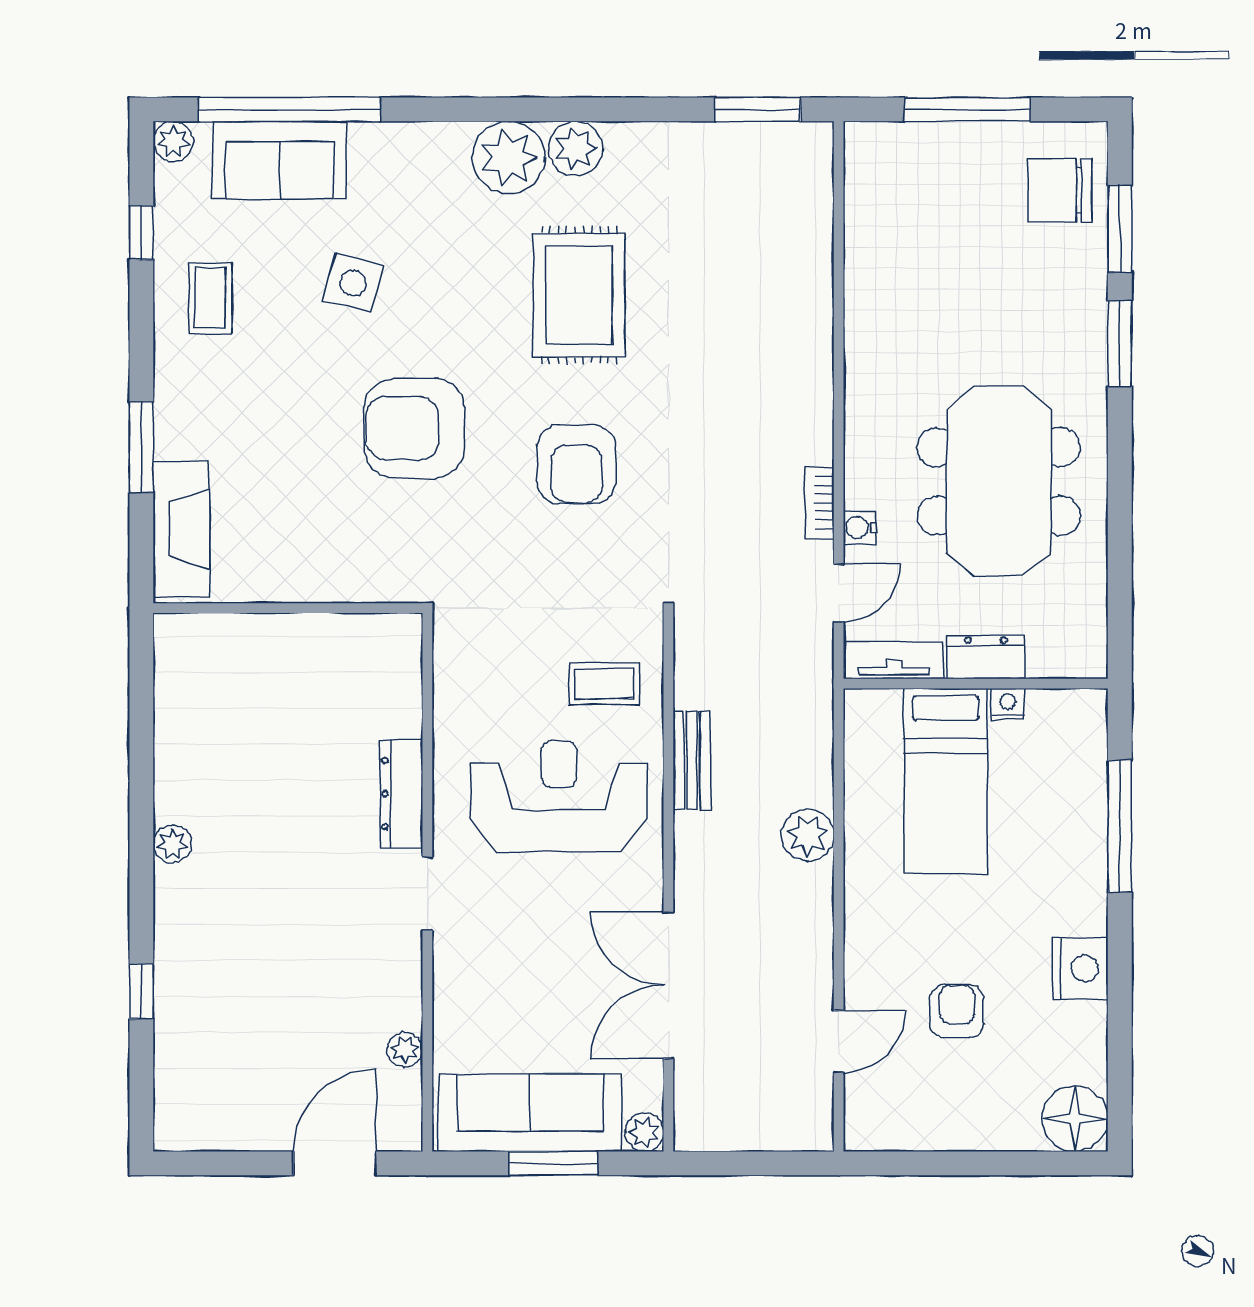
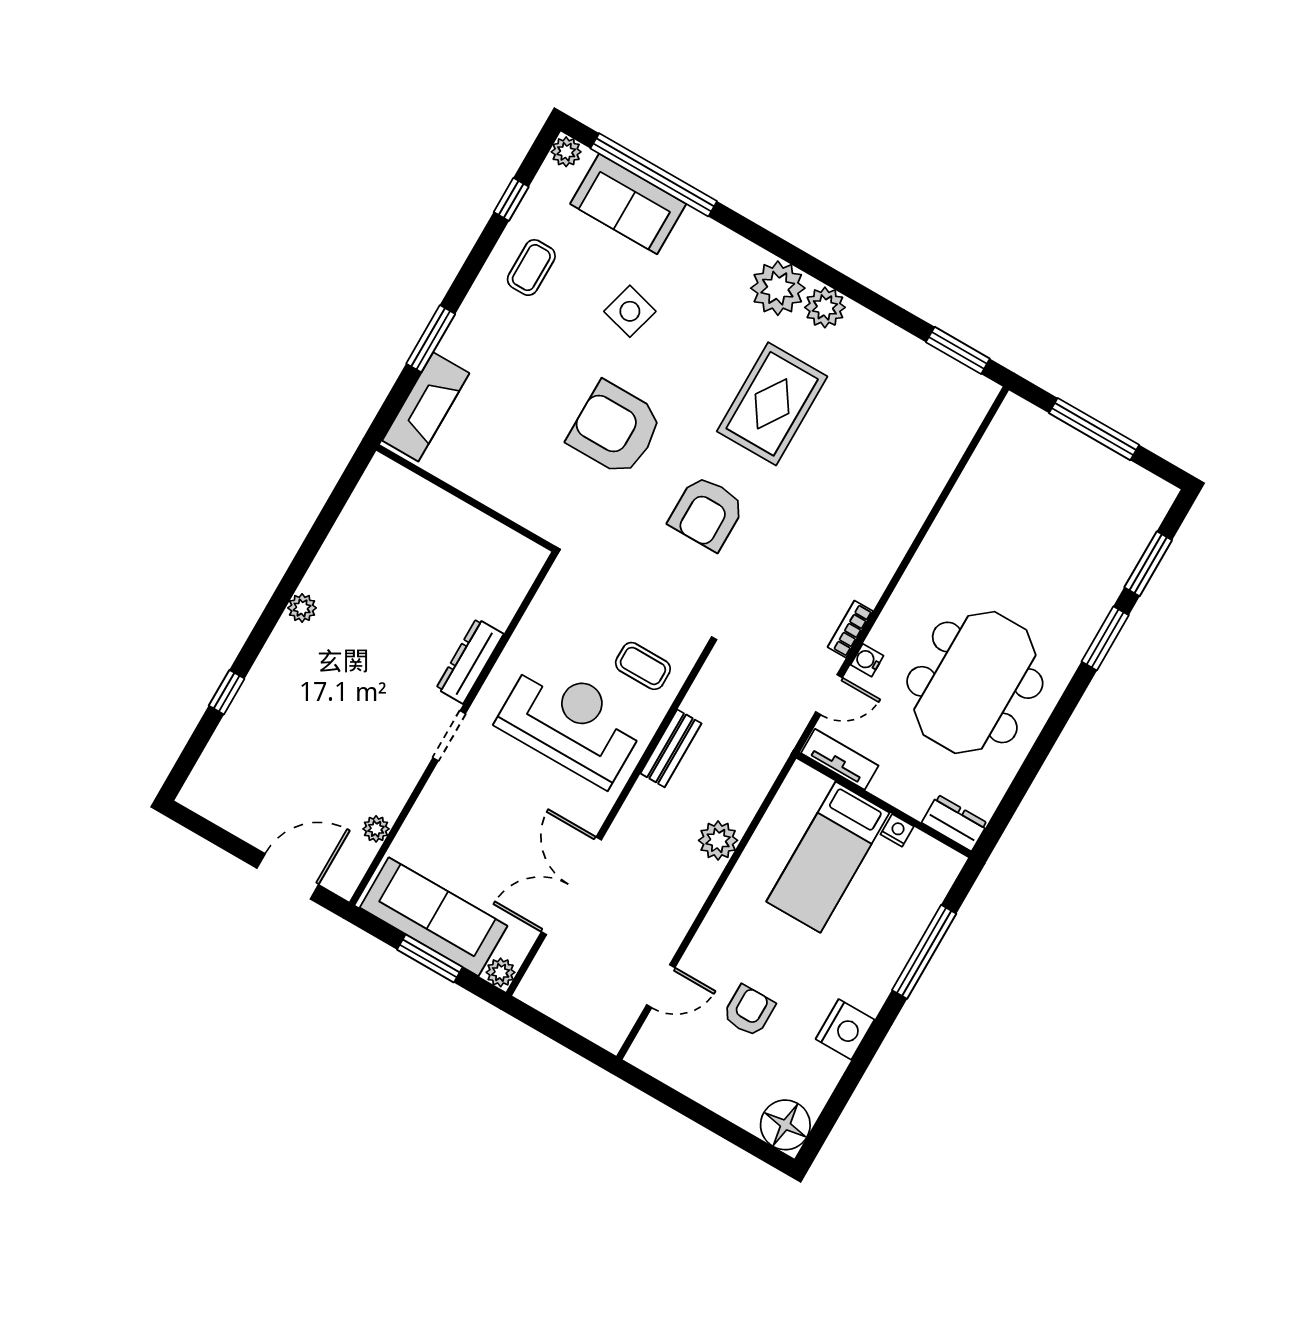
chair: (1060, 190) -> (1124, 516), removed
dresser: (986, 657) -> (955, 823), moved

